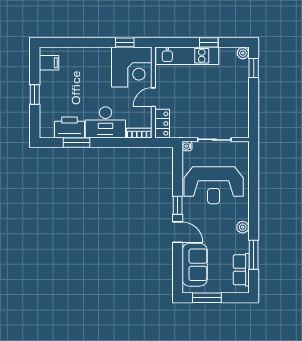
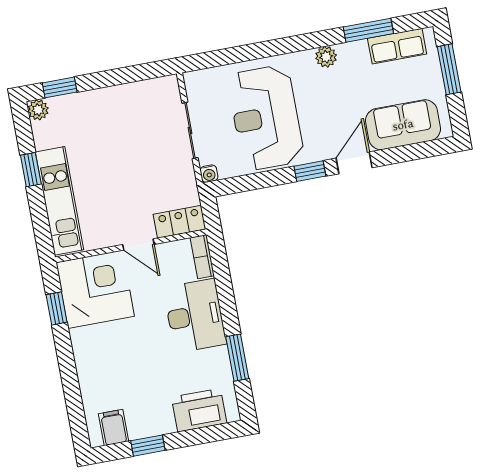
window: (35, 94) -> (148, 446), moved
printer: (69, 127) -> (199, 410), moved, turned 90
reception desk: (214, 185) -> (266, 118), turned 180
window: (207, 298) -> (449, 69), moved

